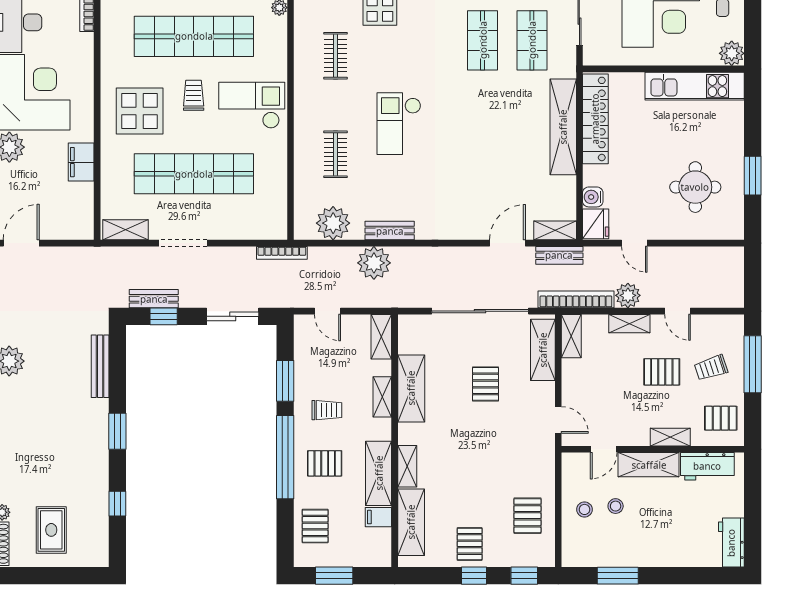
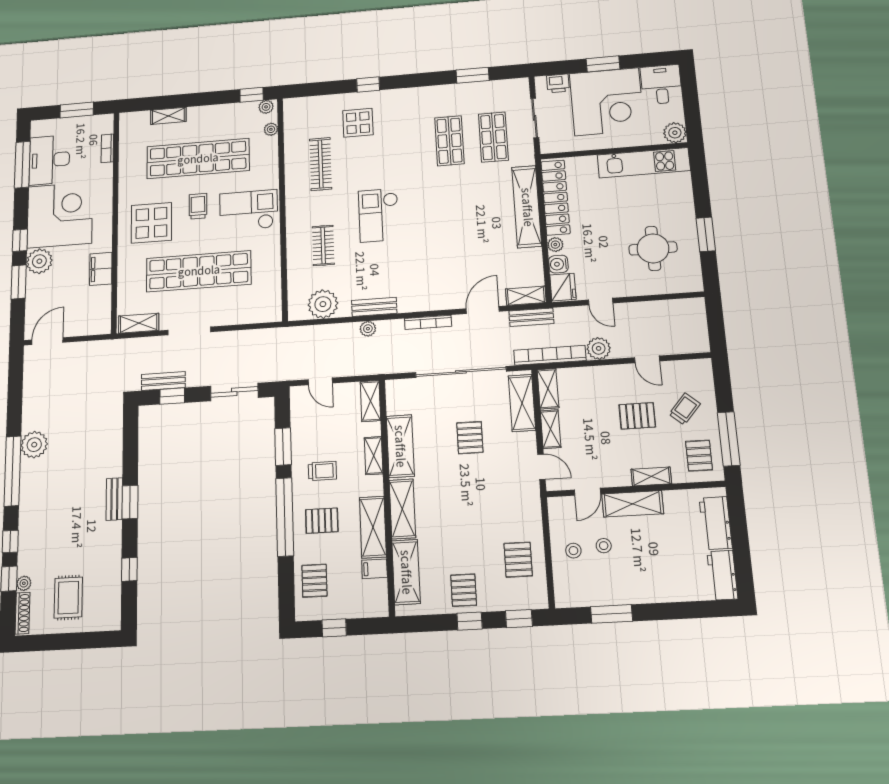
clothes rail: (335, 56) -> (321, 164), width x1.36
plant: (591, 174) -> (555, 245), added
bookcase: (282, 253) -> (428, 322), moved
plant: (374, 263) -> (368, 329), width x0.53, depth x0.53
shelving: (629, 324) -> (551, 429), moved, turned 90
window: (753, 364) -> (729, 439), moved
bench: (100, 366) -> (114, 499), moved, width x0.73
trolley: (711, 368) -> (684, 409), turned 149
pallet: (721, 418) -> (699, 456), turned 90
shelving: (407, 466) -> (402, 509), width x1.50, depth x1.33
workbench: (707, 466) -> (716, 523), moved, turned 90
window: (334, 576) -> (334, 628), width x0.67

